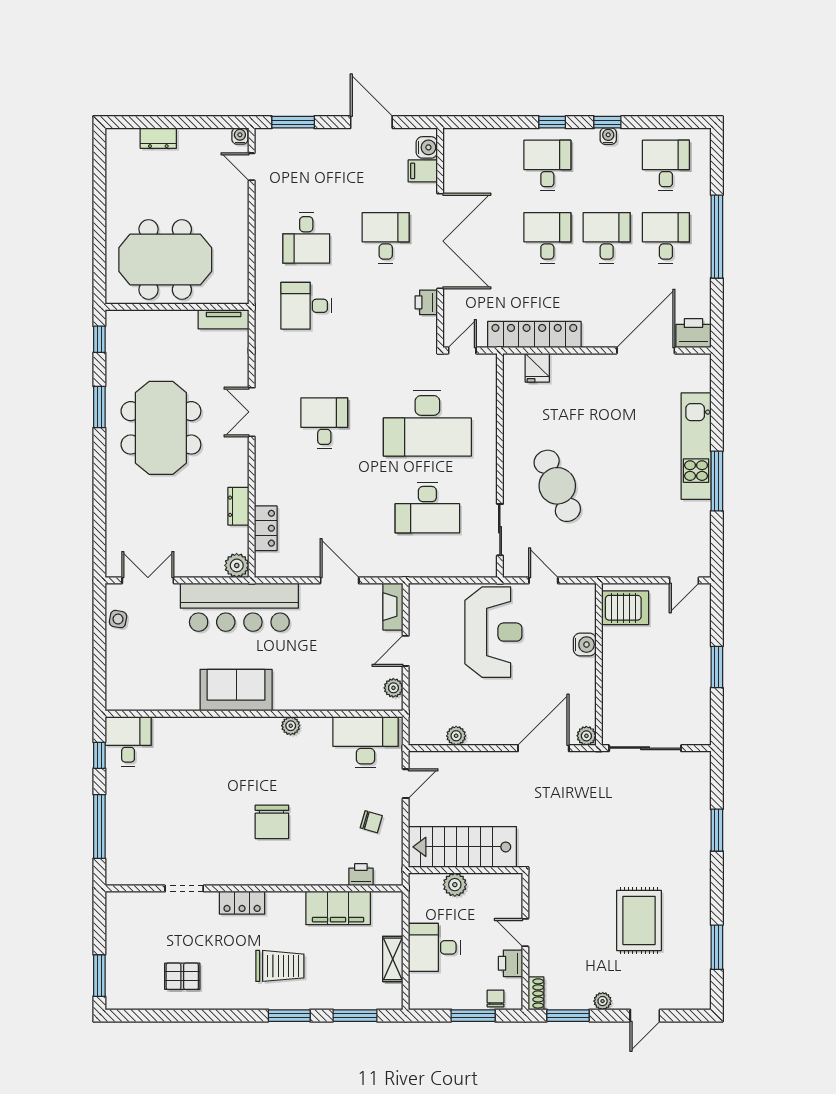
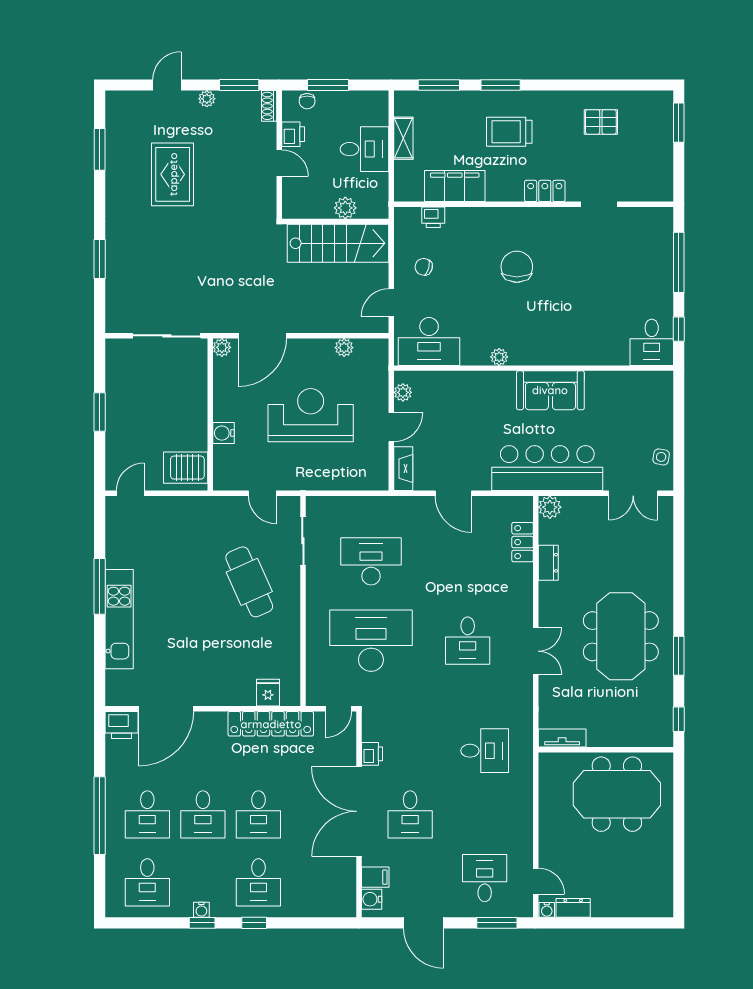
dresser: (158, 138) -> (573, 908), moved
desk: (306, 238) -> (485, 878), moved
reception desk: (493, 632) -> (311, 415), moved, turned 90

